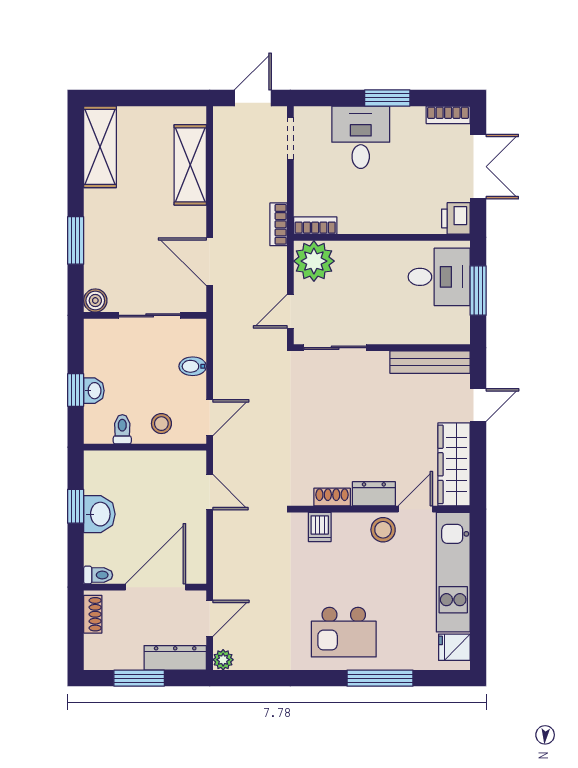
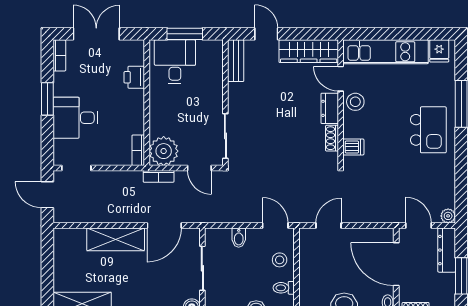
shelving: (190, 165) -> (116, 239), moved
printer: (456, 218) -> (134, 77), moved, turned 90
bookcase: (279, 224) -> (159, 176), moved
bench: (430, 362) -> (236, 61), width x0.73

